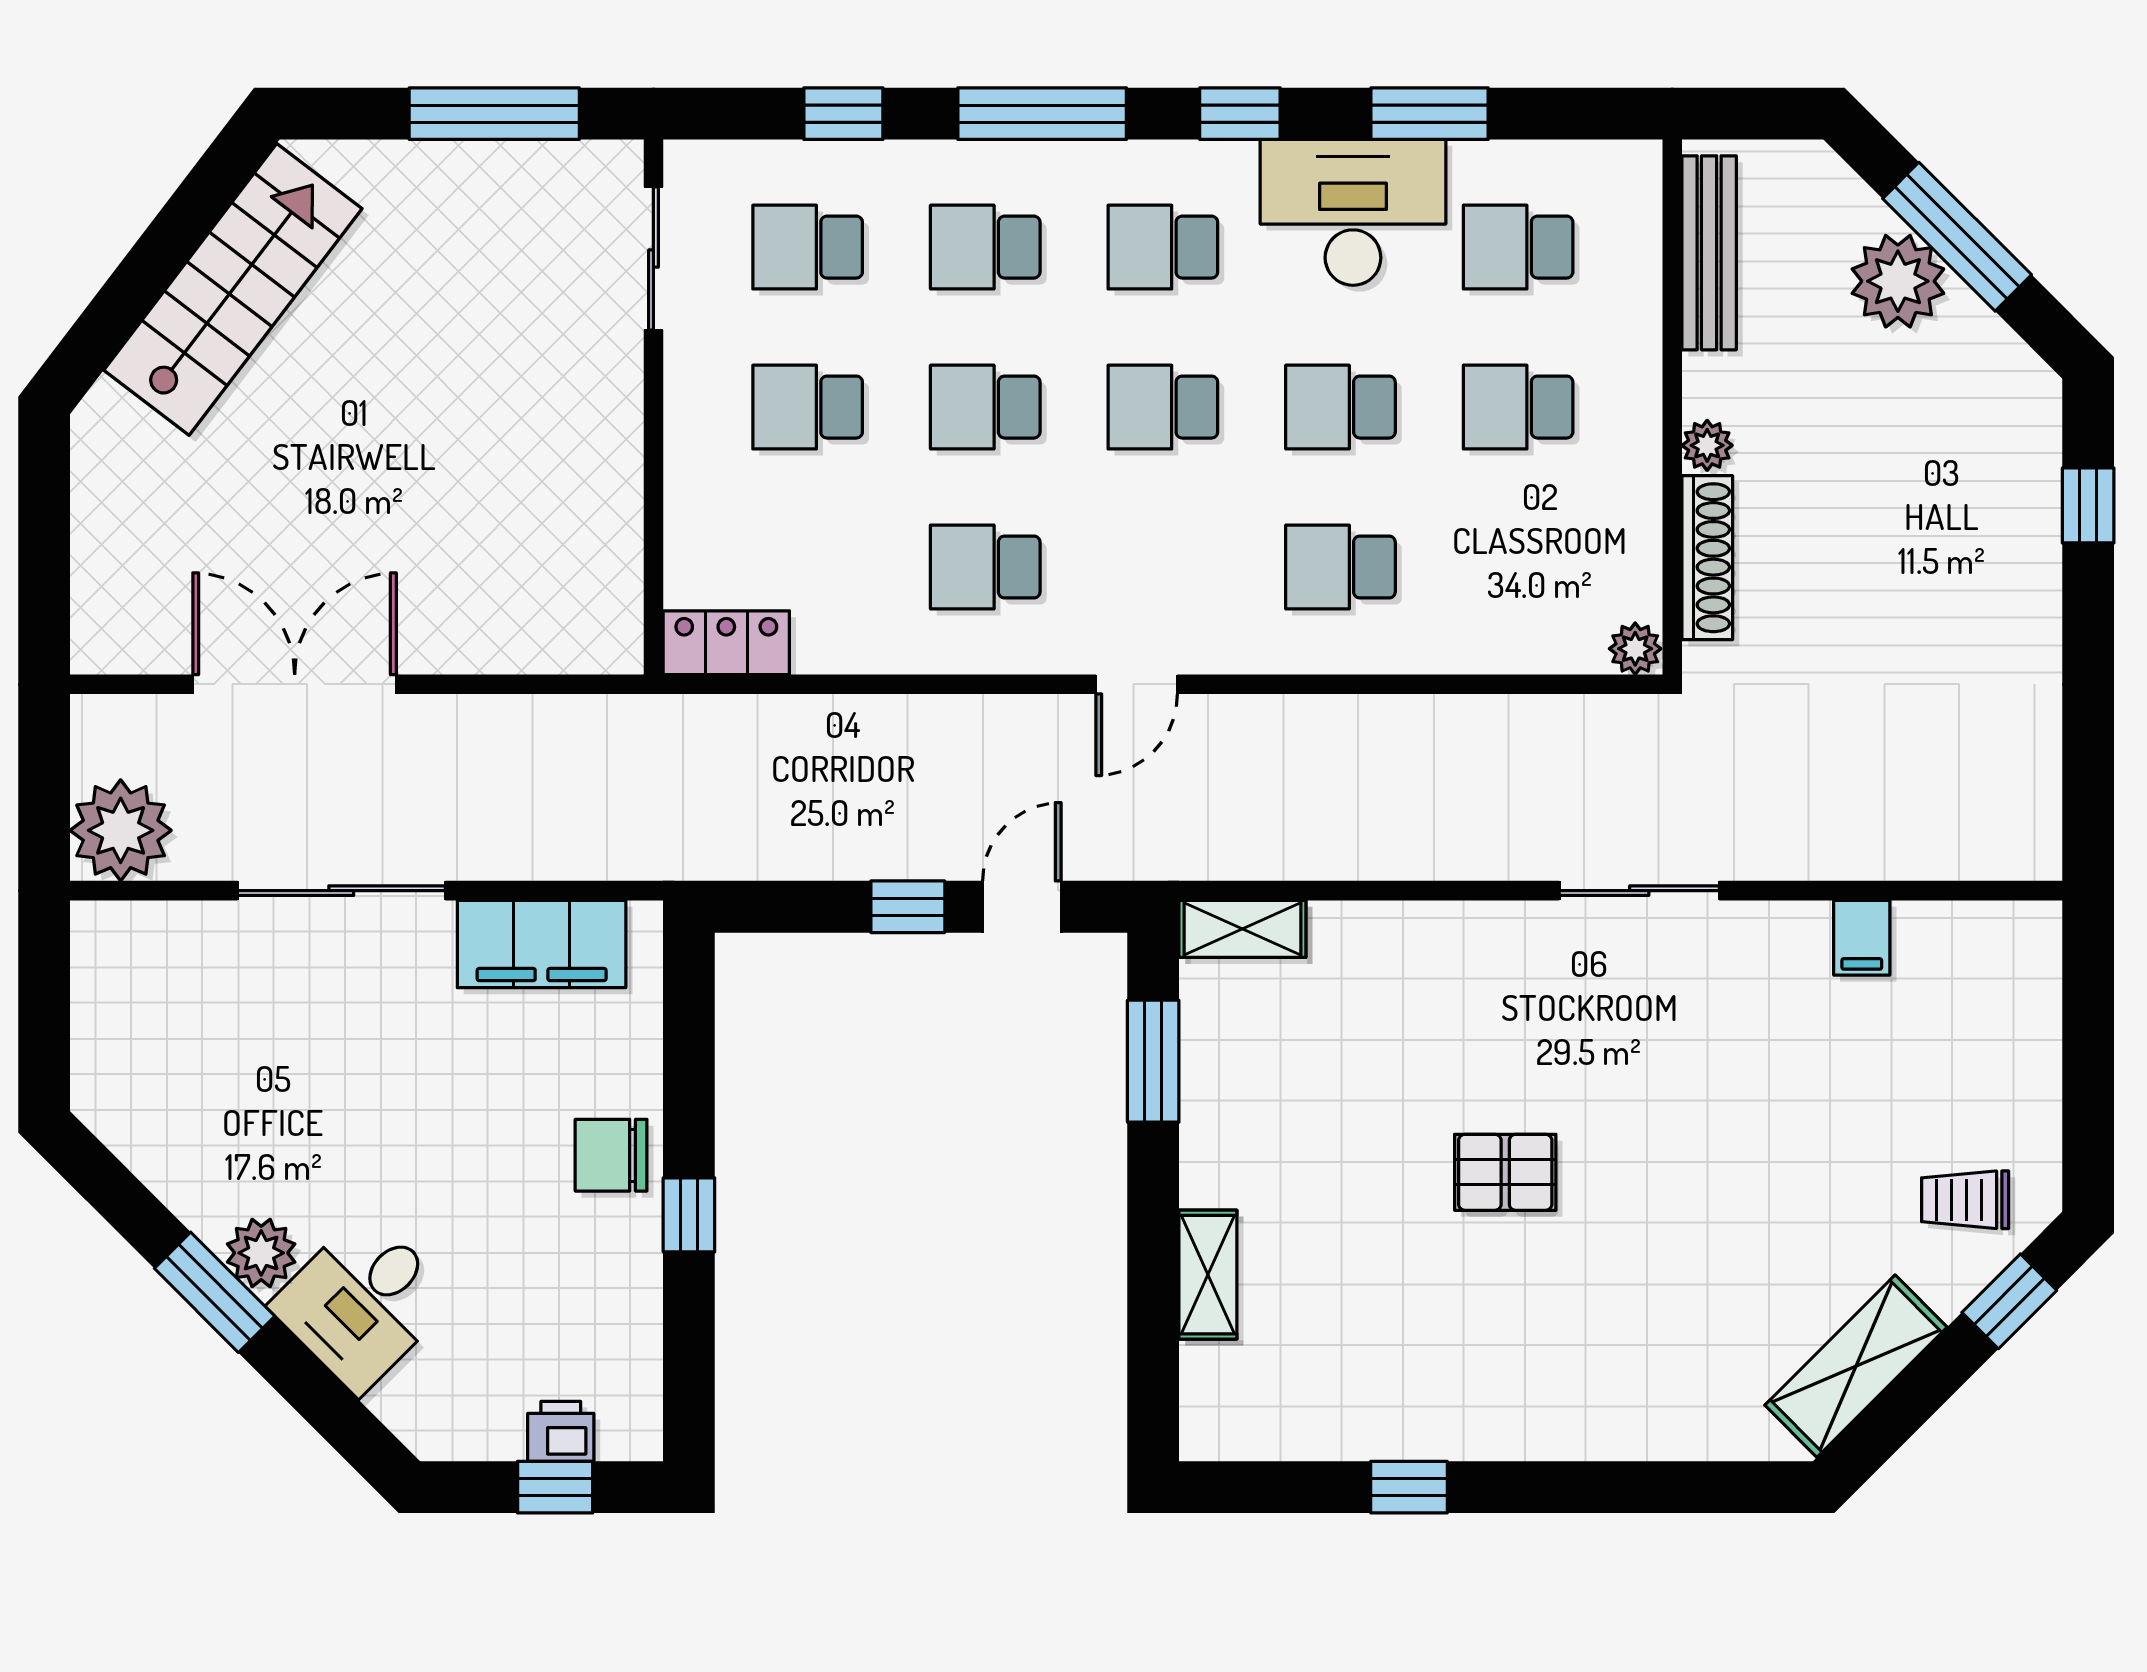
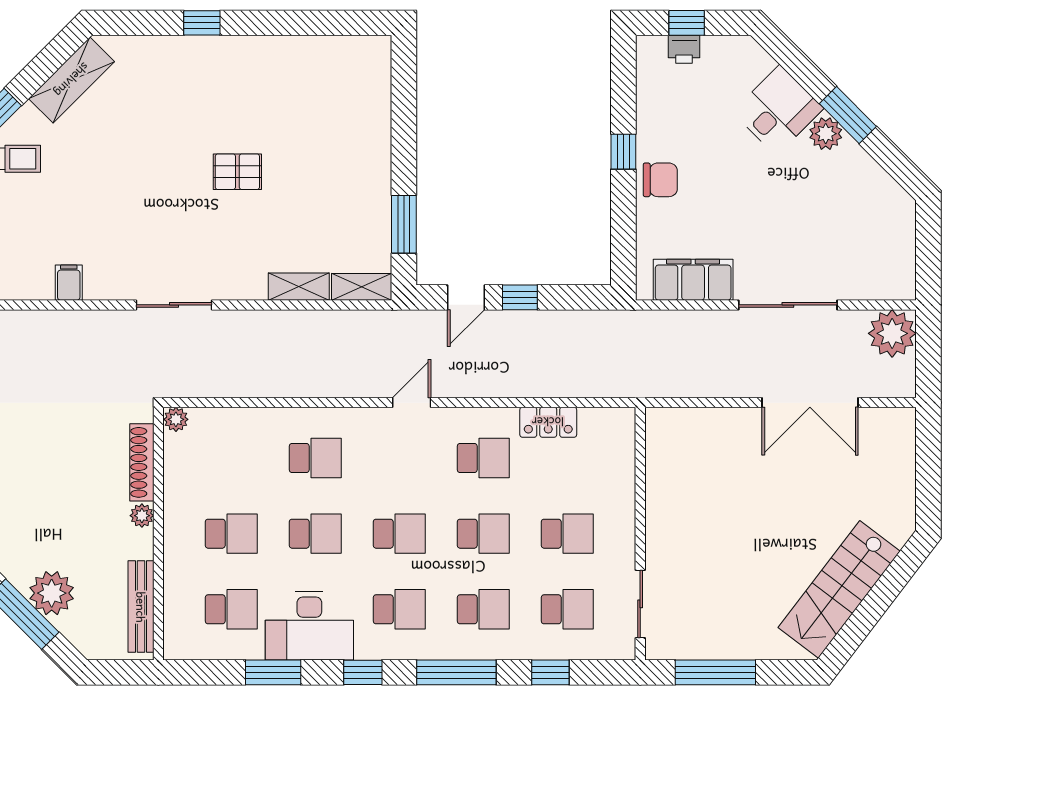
locker: (726, 643) -> (548, 422), moved
shelving: (1208, 1275) -> (299, 287), moved, turned 90
window: (1409, 1487) -> (202, 23), moved

